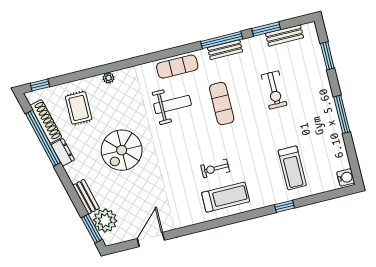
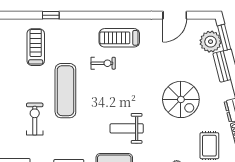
exercise mat: (222, 104) -> (65, 91), moved, width x1.36, depth x1.45
spiral stairs: (122, 150) -> (181, 99), turned 90
treadmill: (226, 197) -> (119, 38), moved

